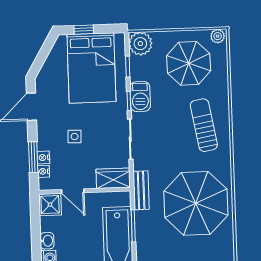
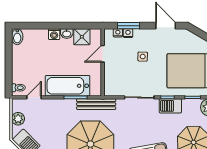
wardrobe: (113, 178) -> (111, 84), removed
bench: (141, 190) -> (96, 104), width x1.36
shower: (50, 205) -> (82, 37), moved

